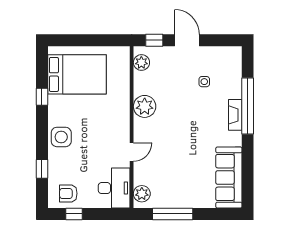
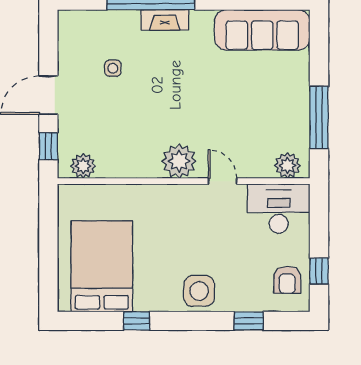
plant: (145, 106) -> (179, 161), moved

